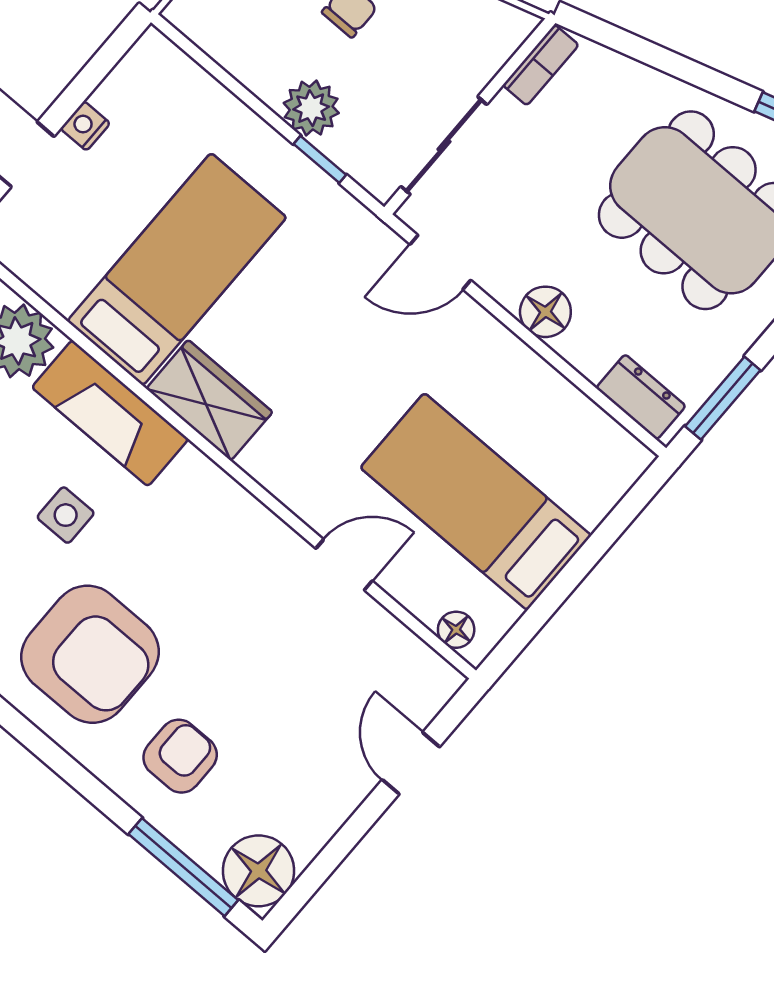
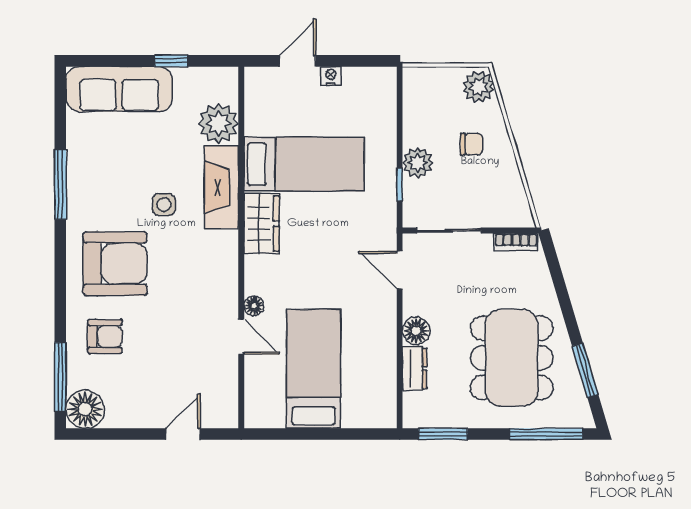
dresser: (641, 397) -> (415, 368), moved
floor lamp: (456, 630) -> (254, 306), moved
armchair: (90, 654) -> (115, 264), turned -90

